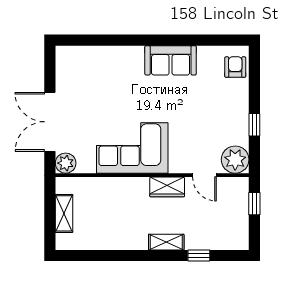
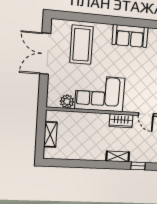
coffee table: (101, 79) -> (81, 45), added
double door: (50, 122) -> (45, 54), moved
plant: (66, 163) -> (67, 101), moved

